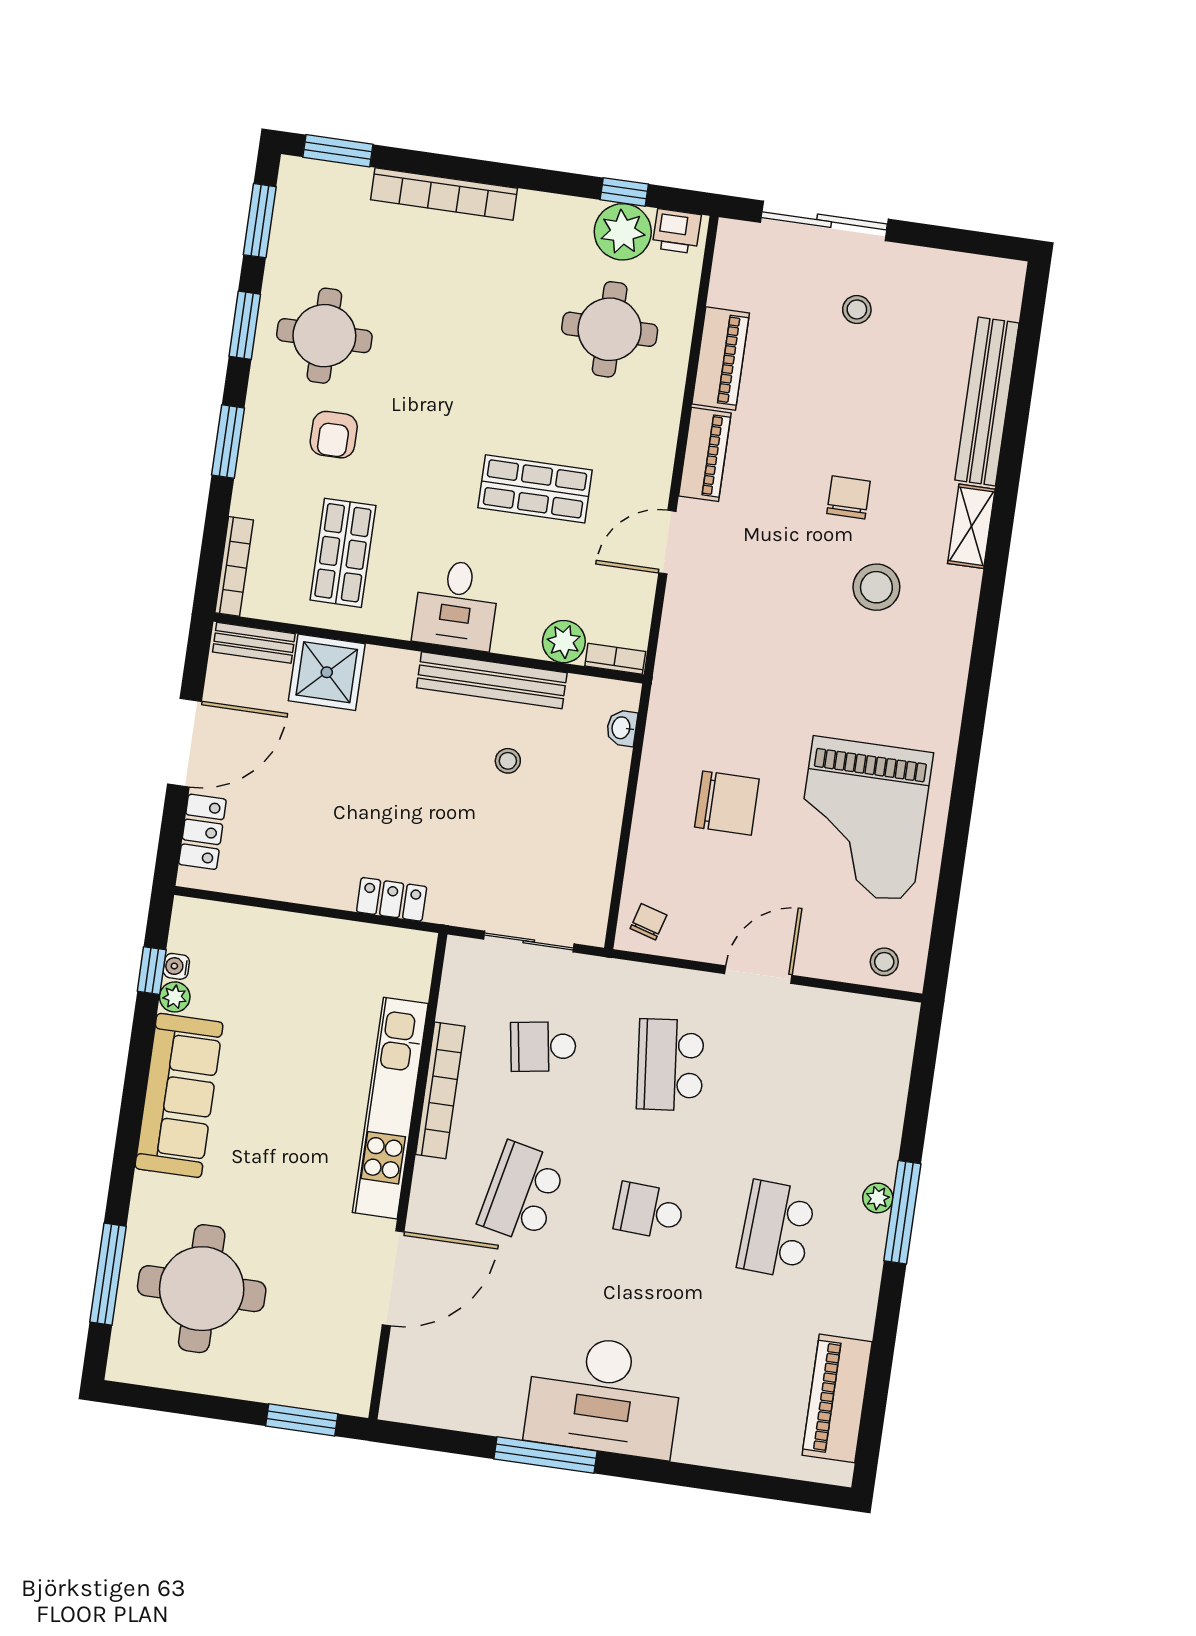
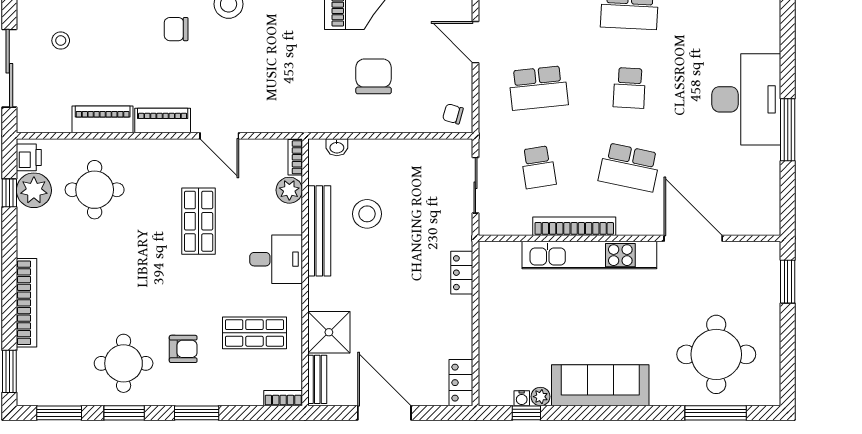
bookcase: (234, 566) -> (283, 398), width x0.64
stool: (508, 761) -> (367, 214), width x1.89, depth x1.89
locker: (202, 832) -> (461, 383), moved, turned -90

